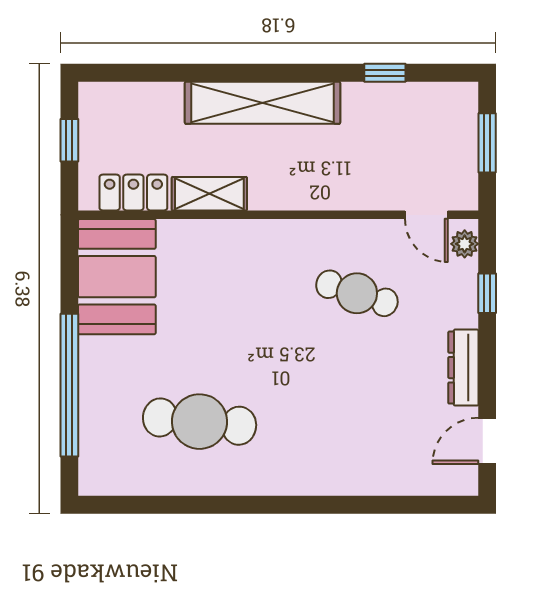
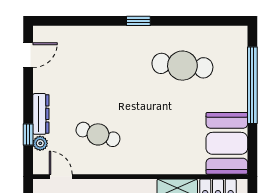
plant: (465, 244) -> (40, 143), moved
dresser: (463, 368) -> (41, 114), moved
window: (282, 505) -> (138, 21), added

